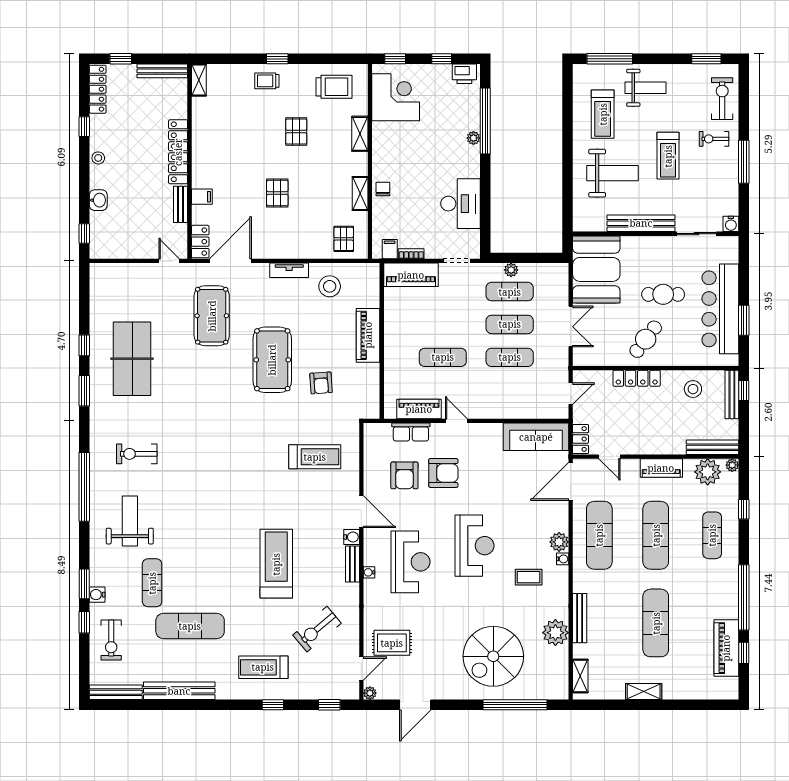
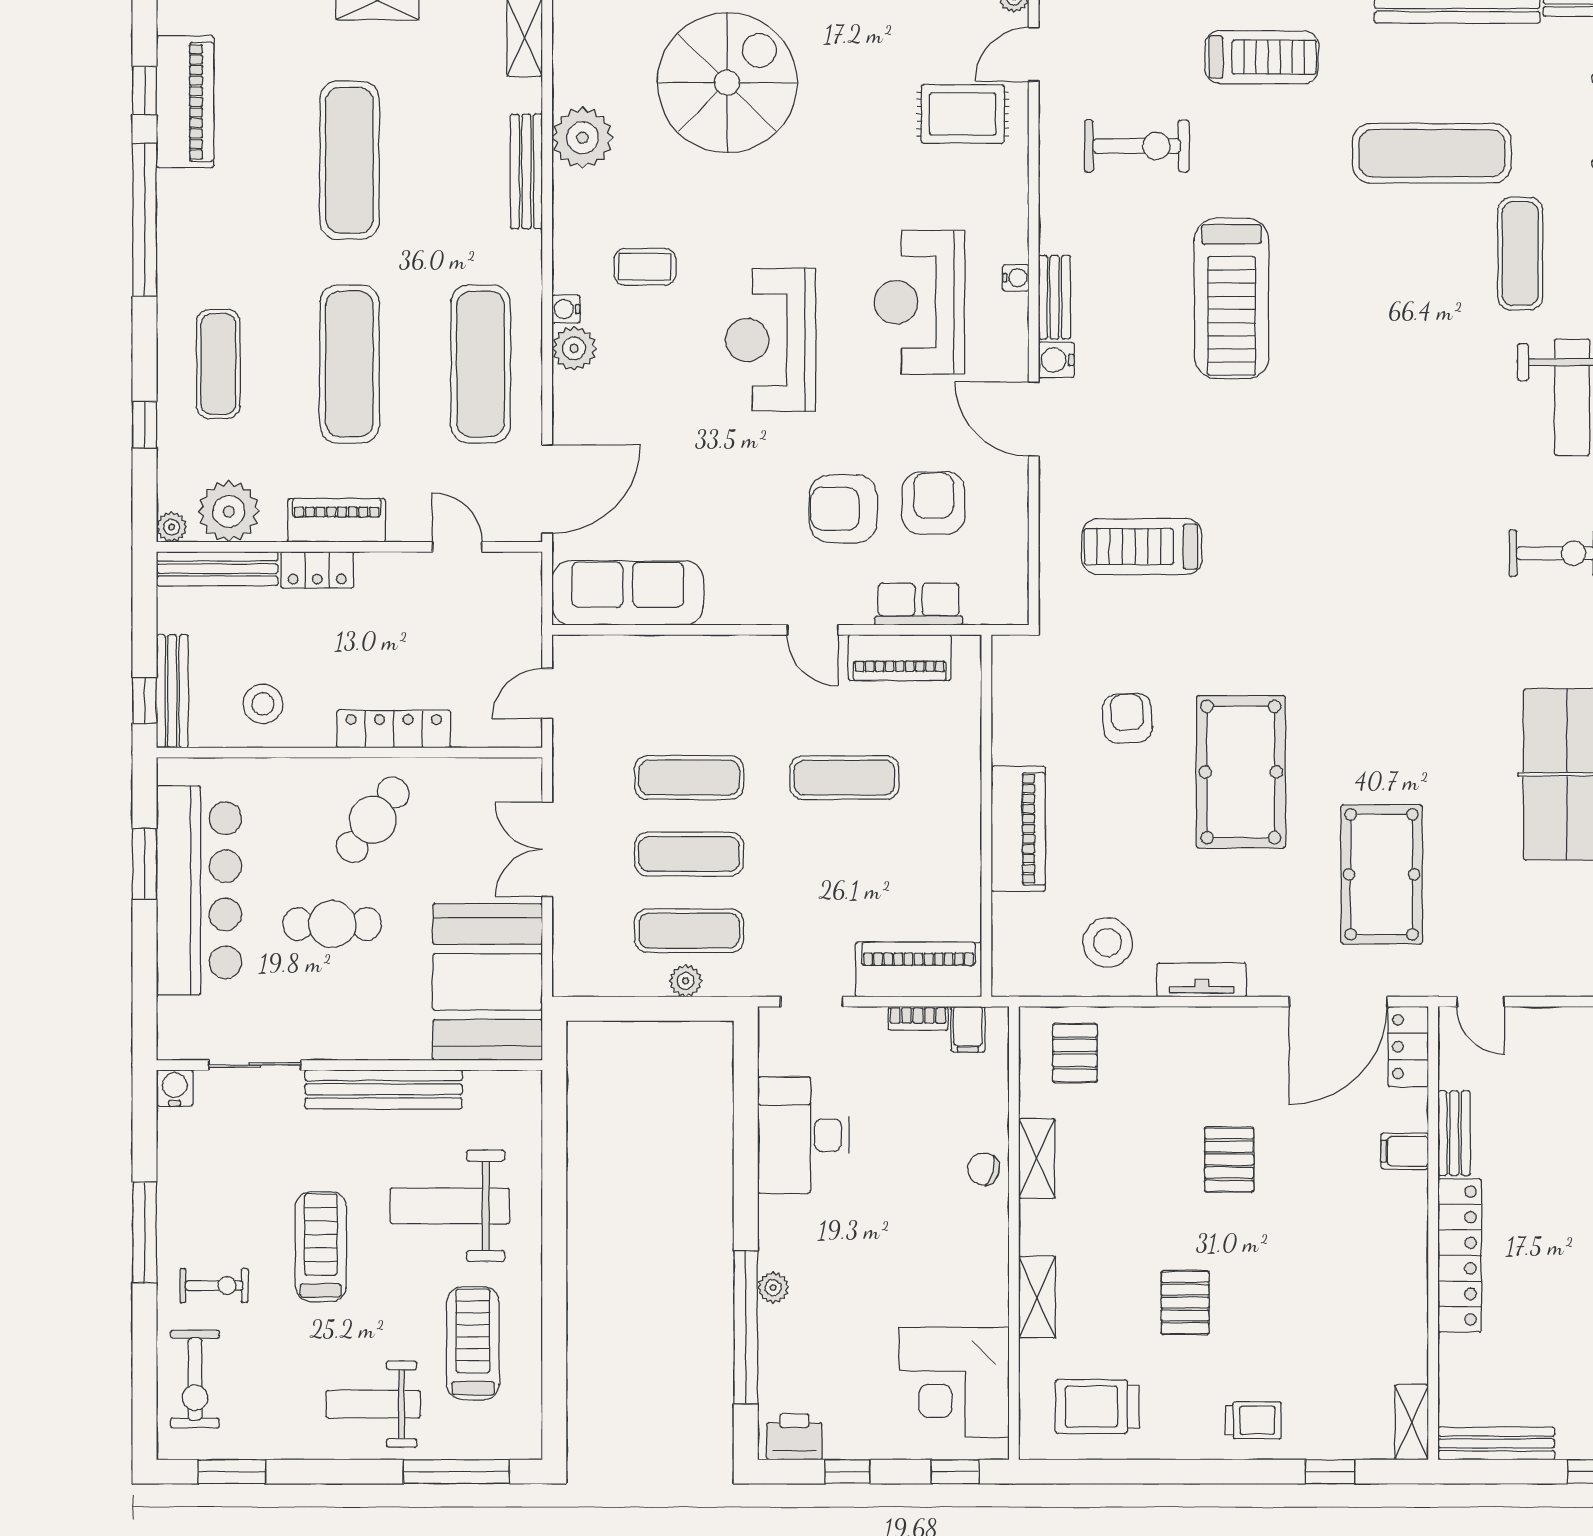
window: (277, 59) -> (1330, 1472), moved
chair: (383, 189) -> (983, 1169), turned 106
locker: (581, 439) -> (317, 570), moved, turned -90
exercise bike: (317, 629) -> (1137, 146), turned 40

